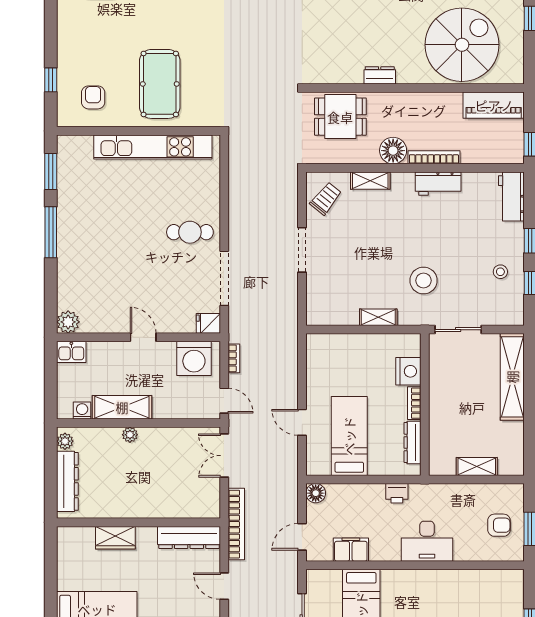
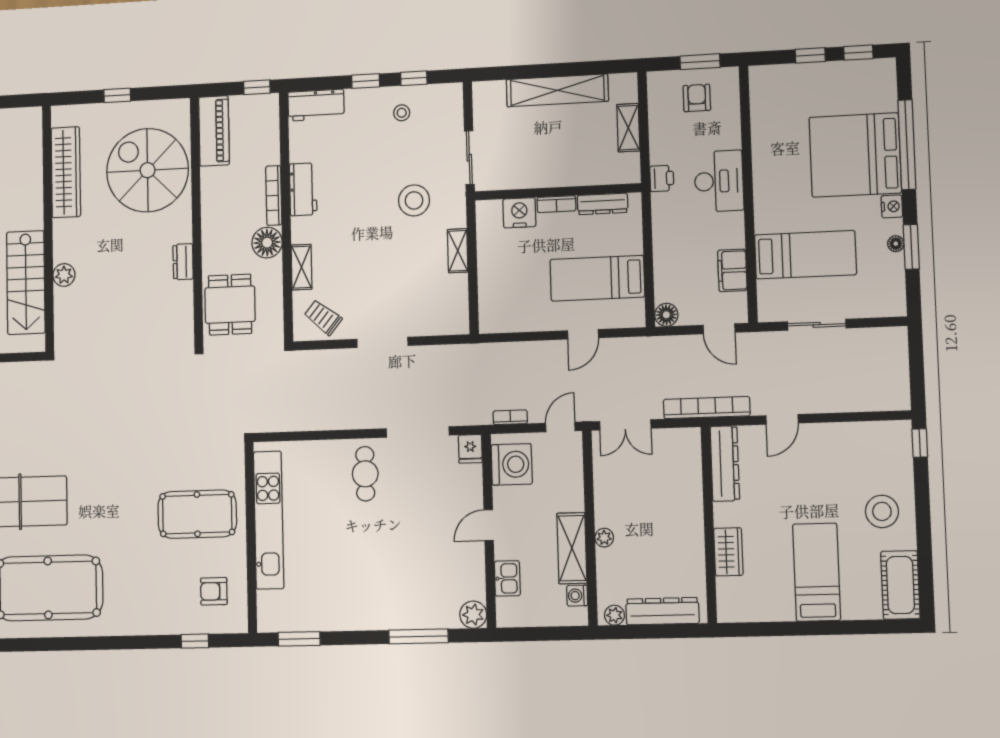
window: (51, 232) -> (418, 636), moved
kitchen sink: (71, 352) -> (507, 578), moved
shelving: (512, 377) -> (557, 90), moved
printer: (397, 493) -> (662, 178), moved

